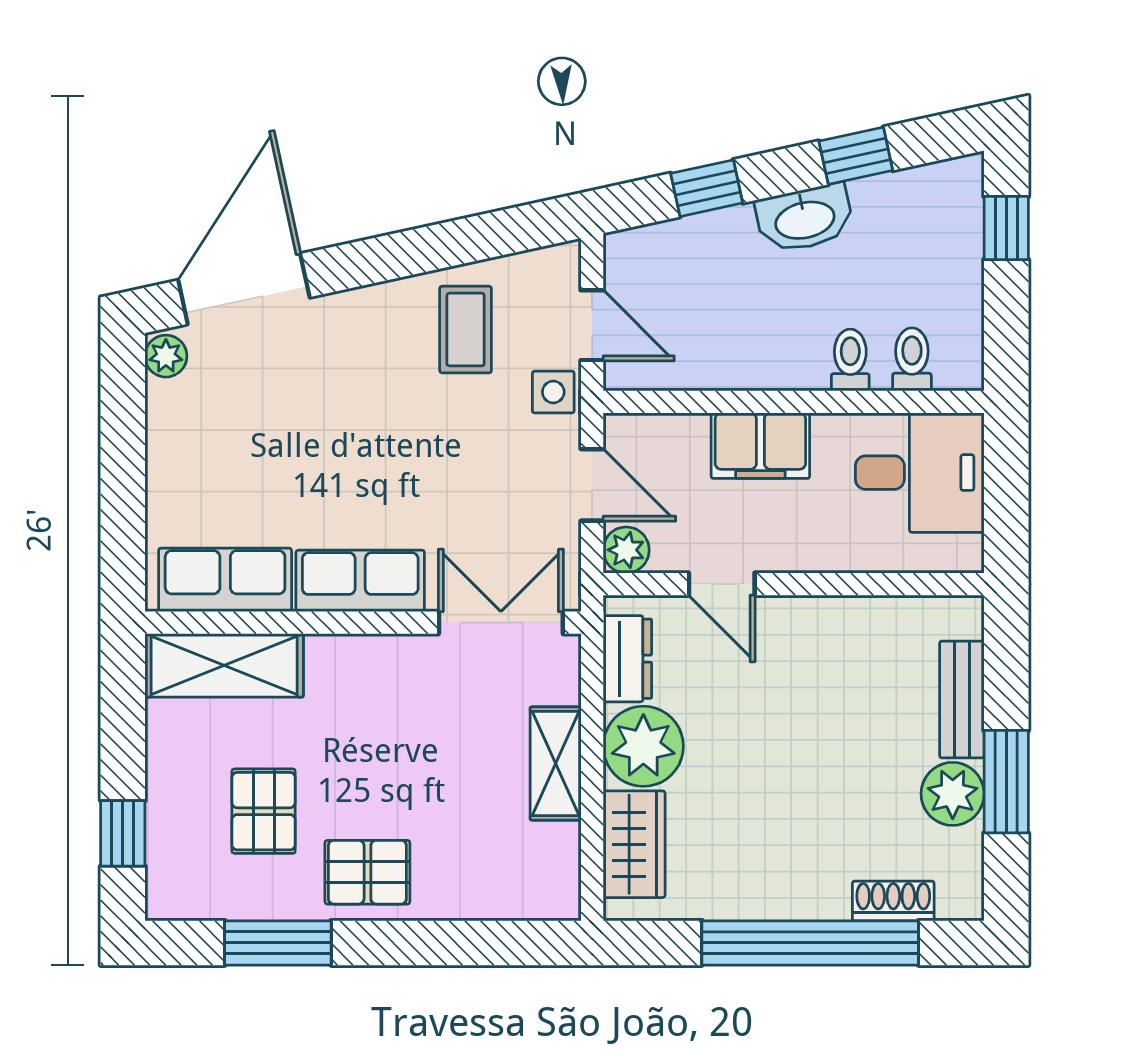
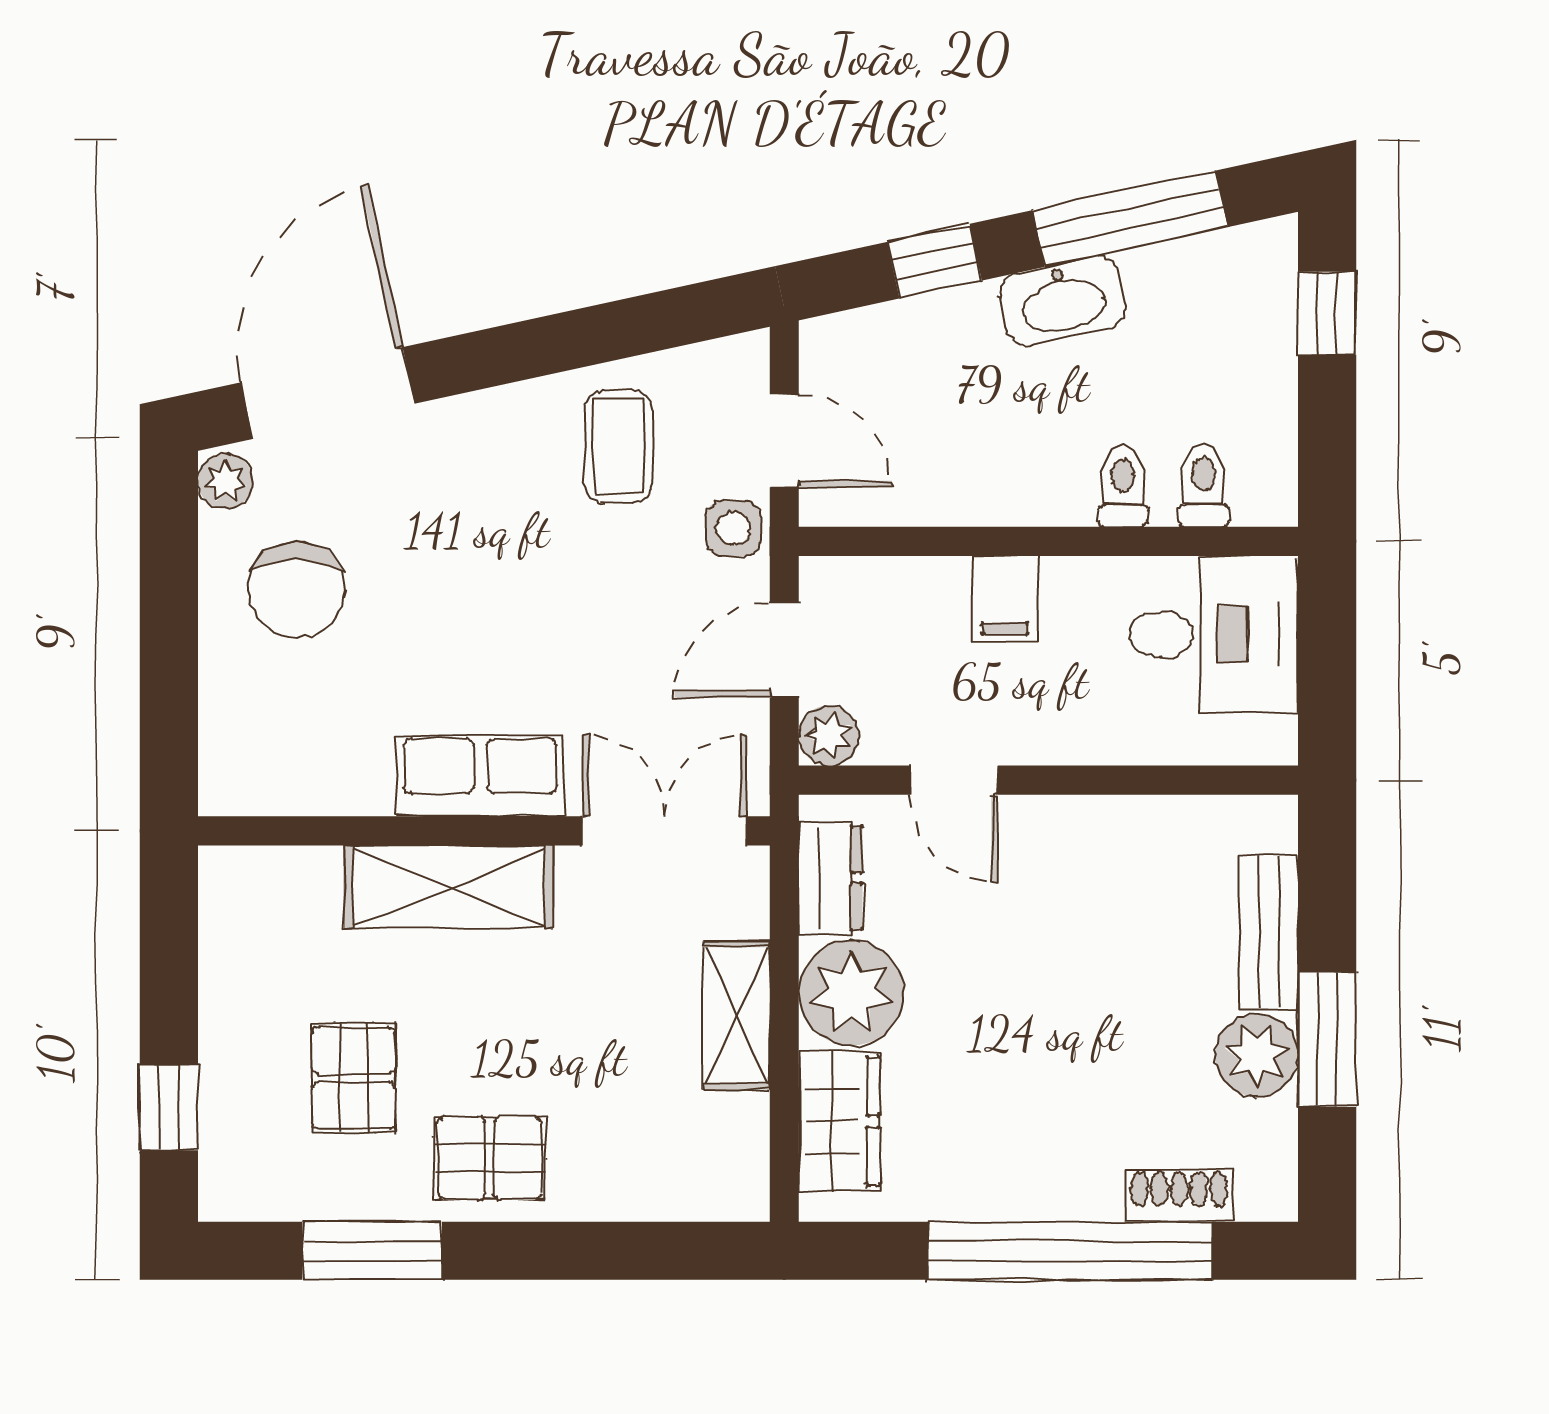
window: (856, 156) -> (1130, 219), width x2.17
chair: (220, 439) -> (296, 590), added
filing cabinet: (760, 446) -> (1005, 599), width x0.50
door: (592, 485) -> (784, 650), swing flipped
row of seats: (225, 580) -> (303, 775), removed
shelving: (224, 665) -> (448, 887), moved

